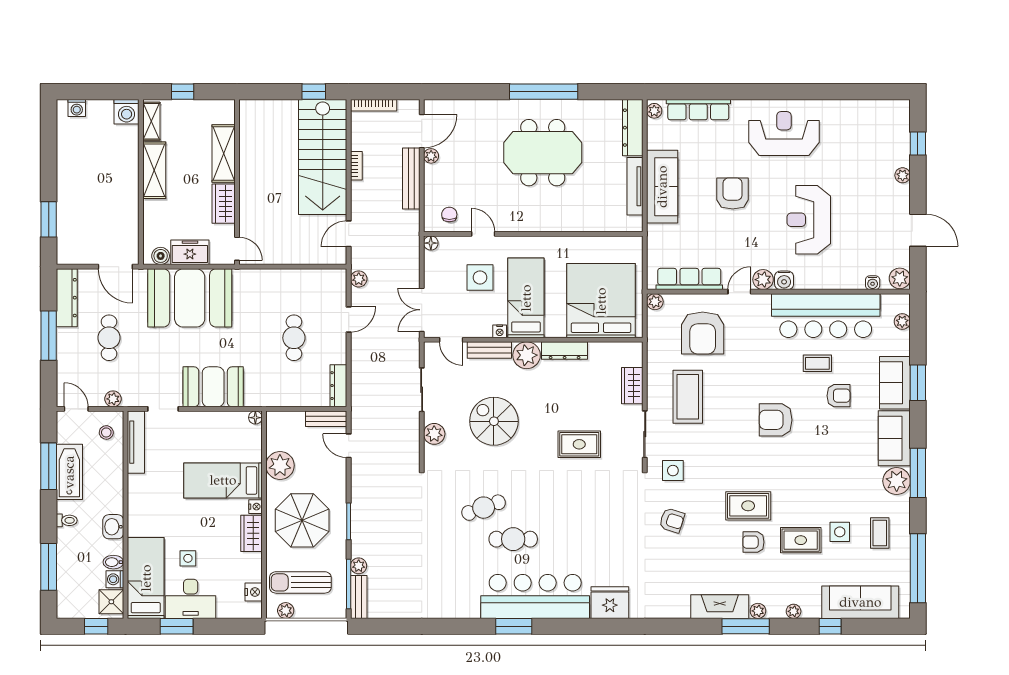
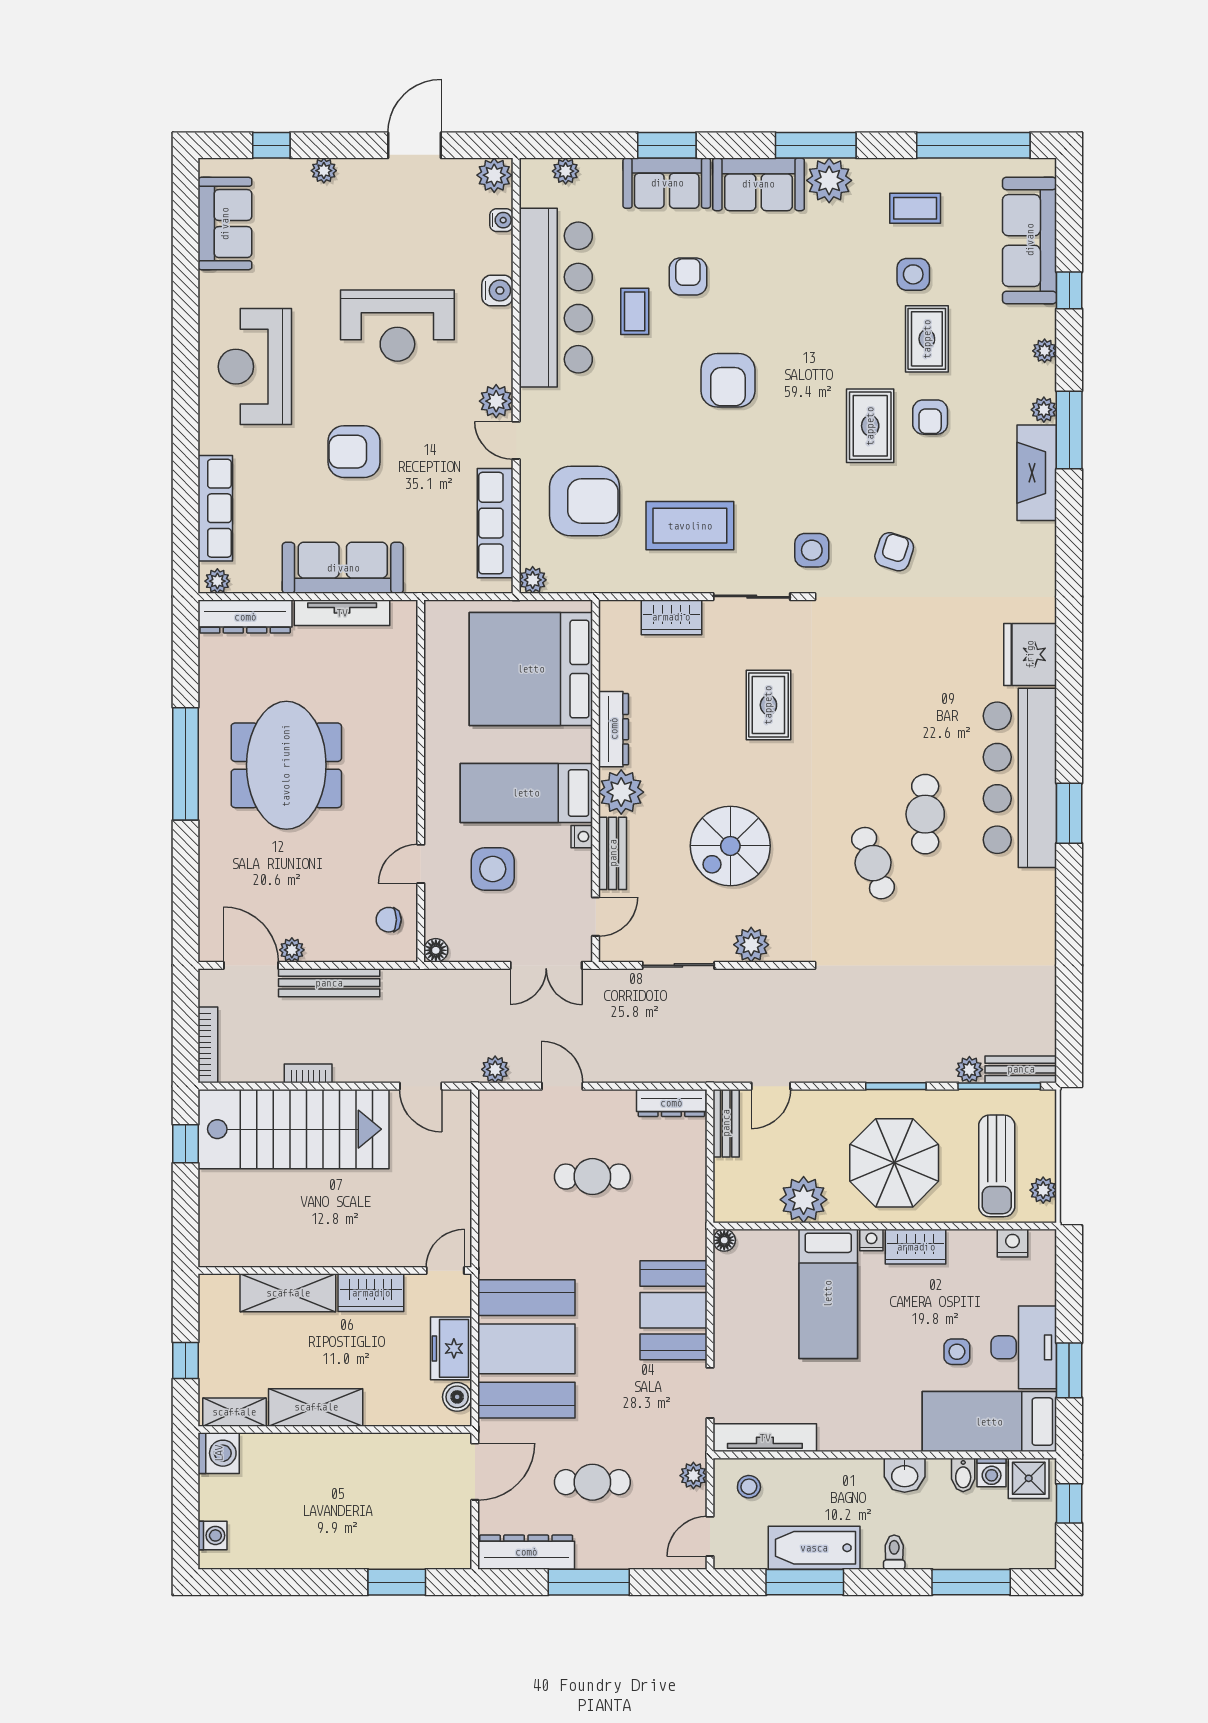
sofa: (871, 115) -> (225, 224), added
water cooler: (784, 280) -> (497, 290), moved

